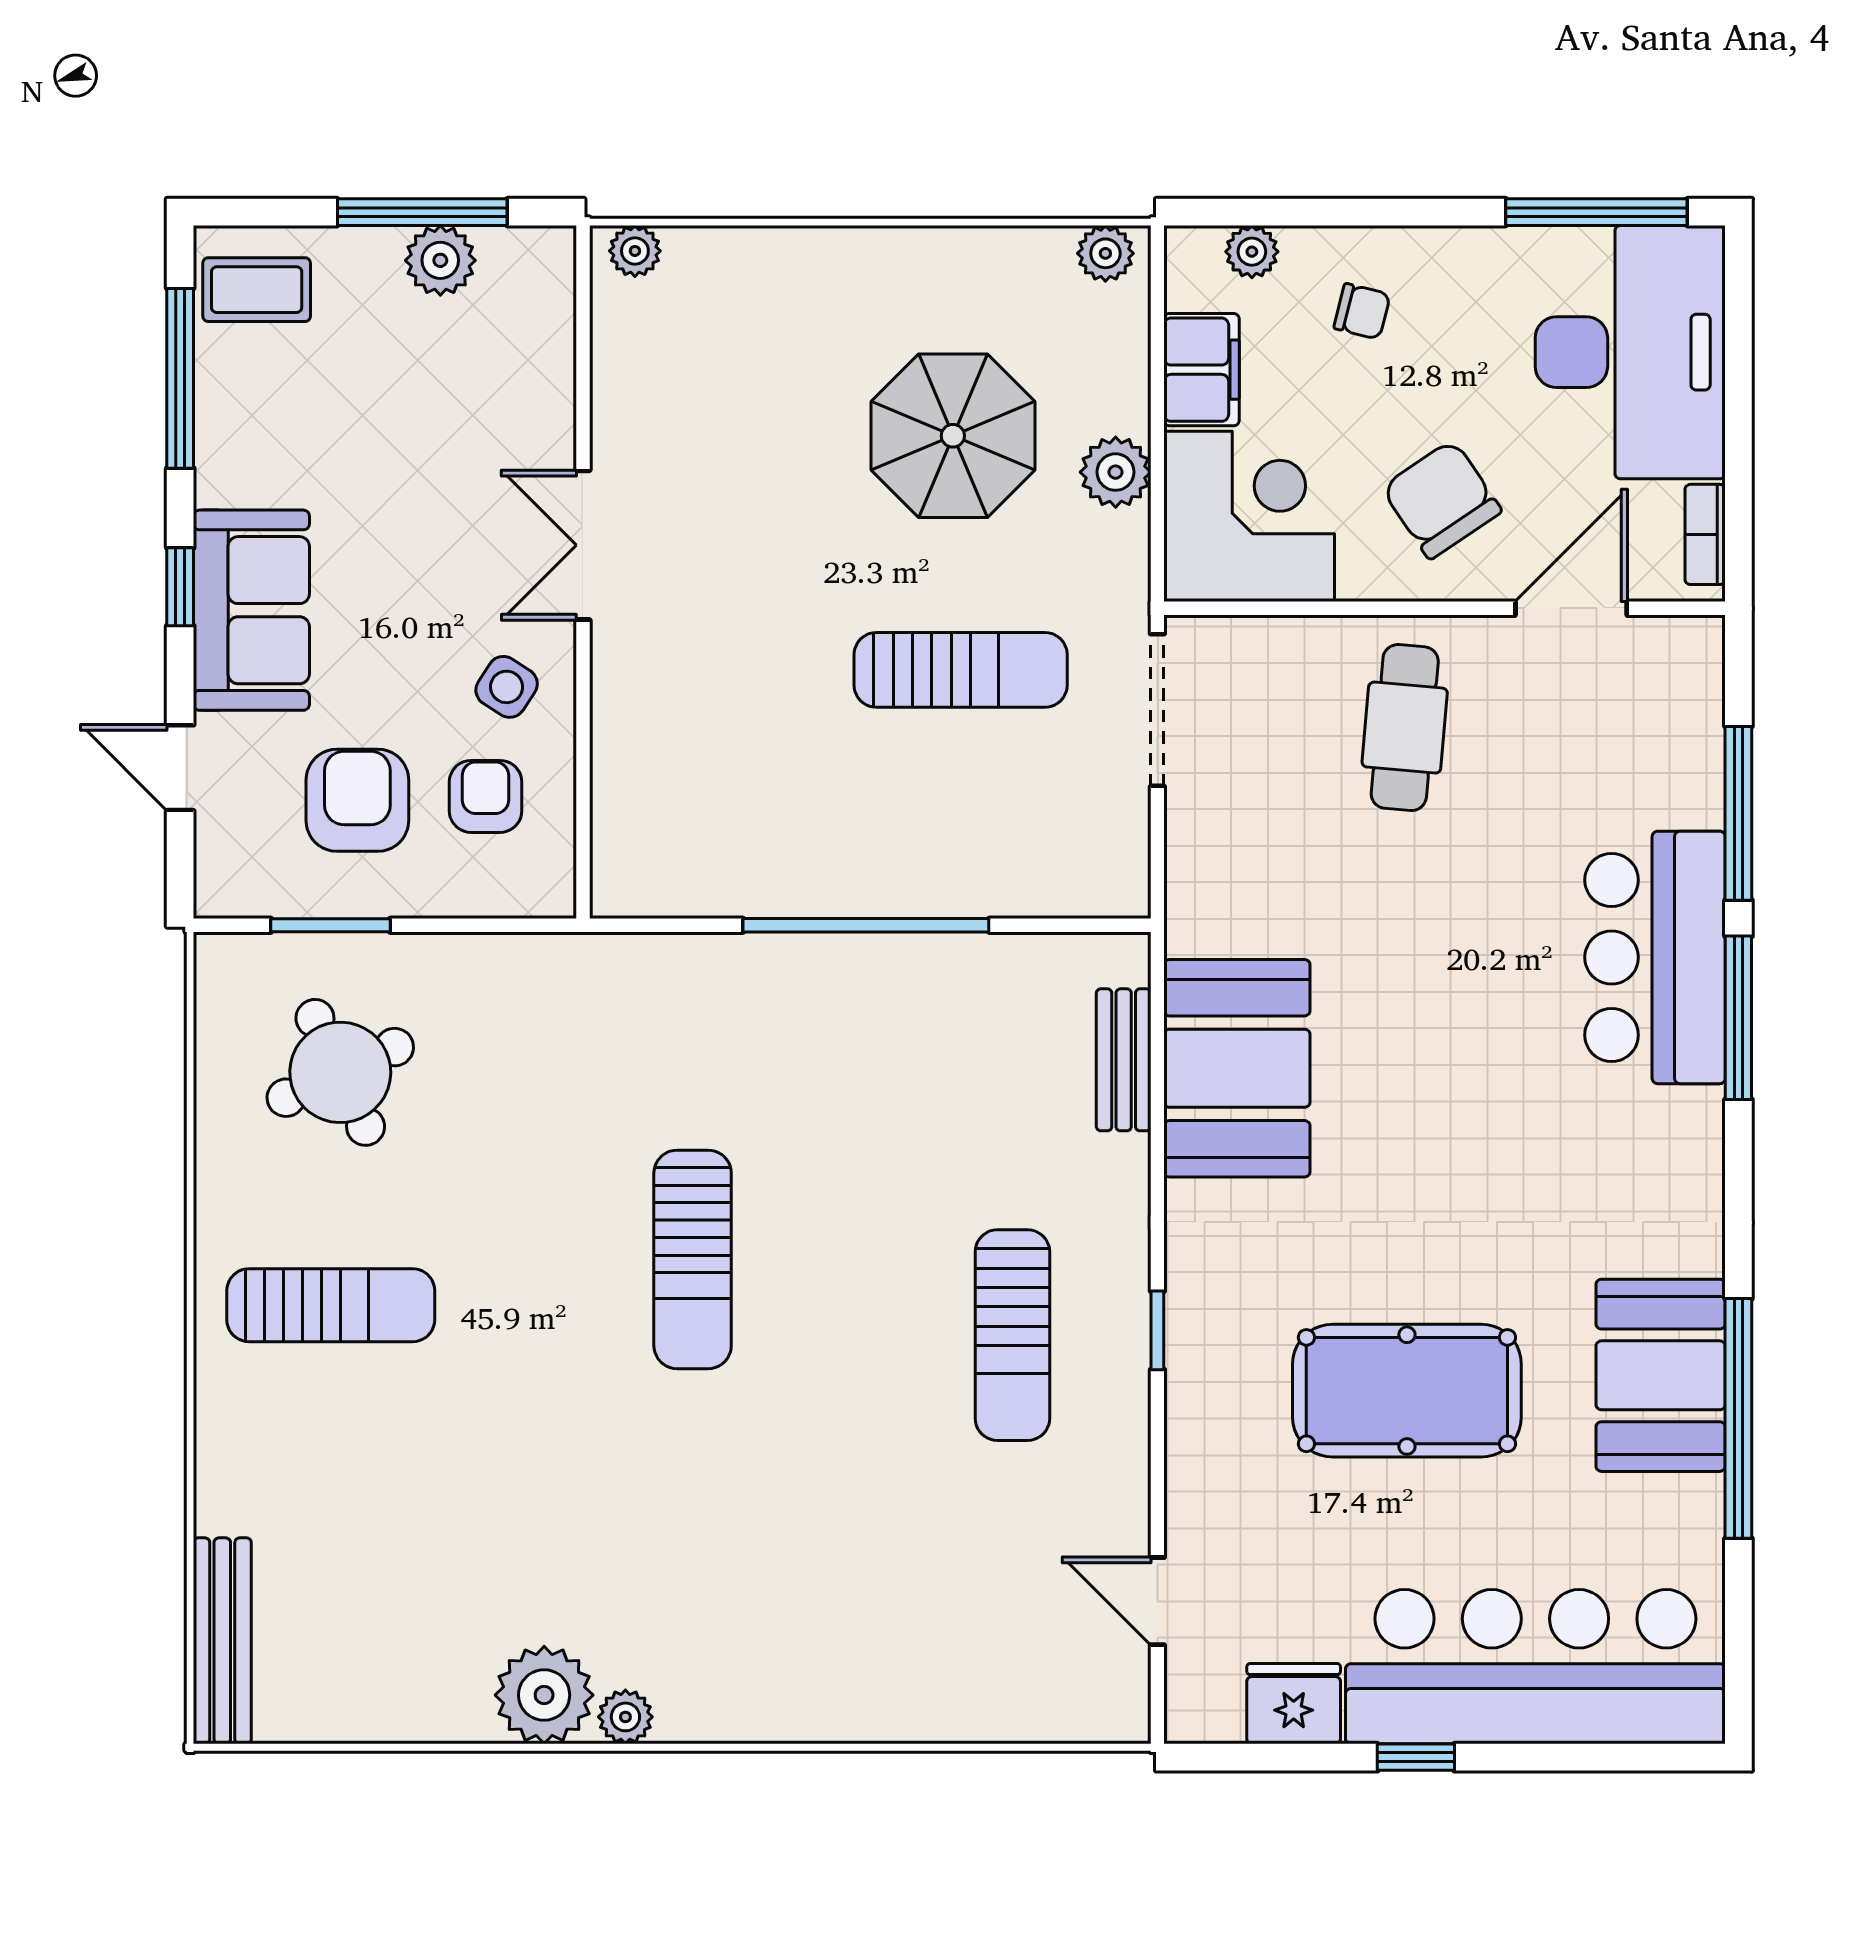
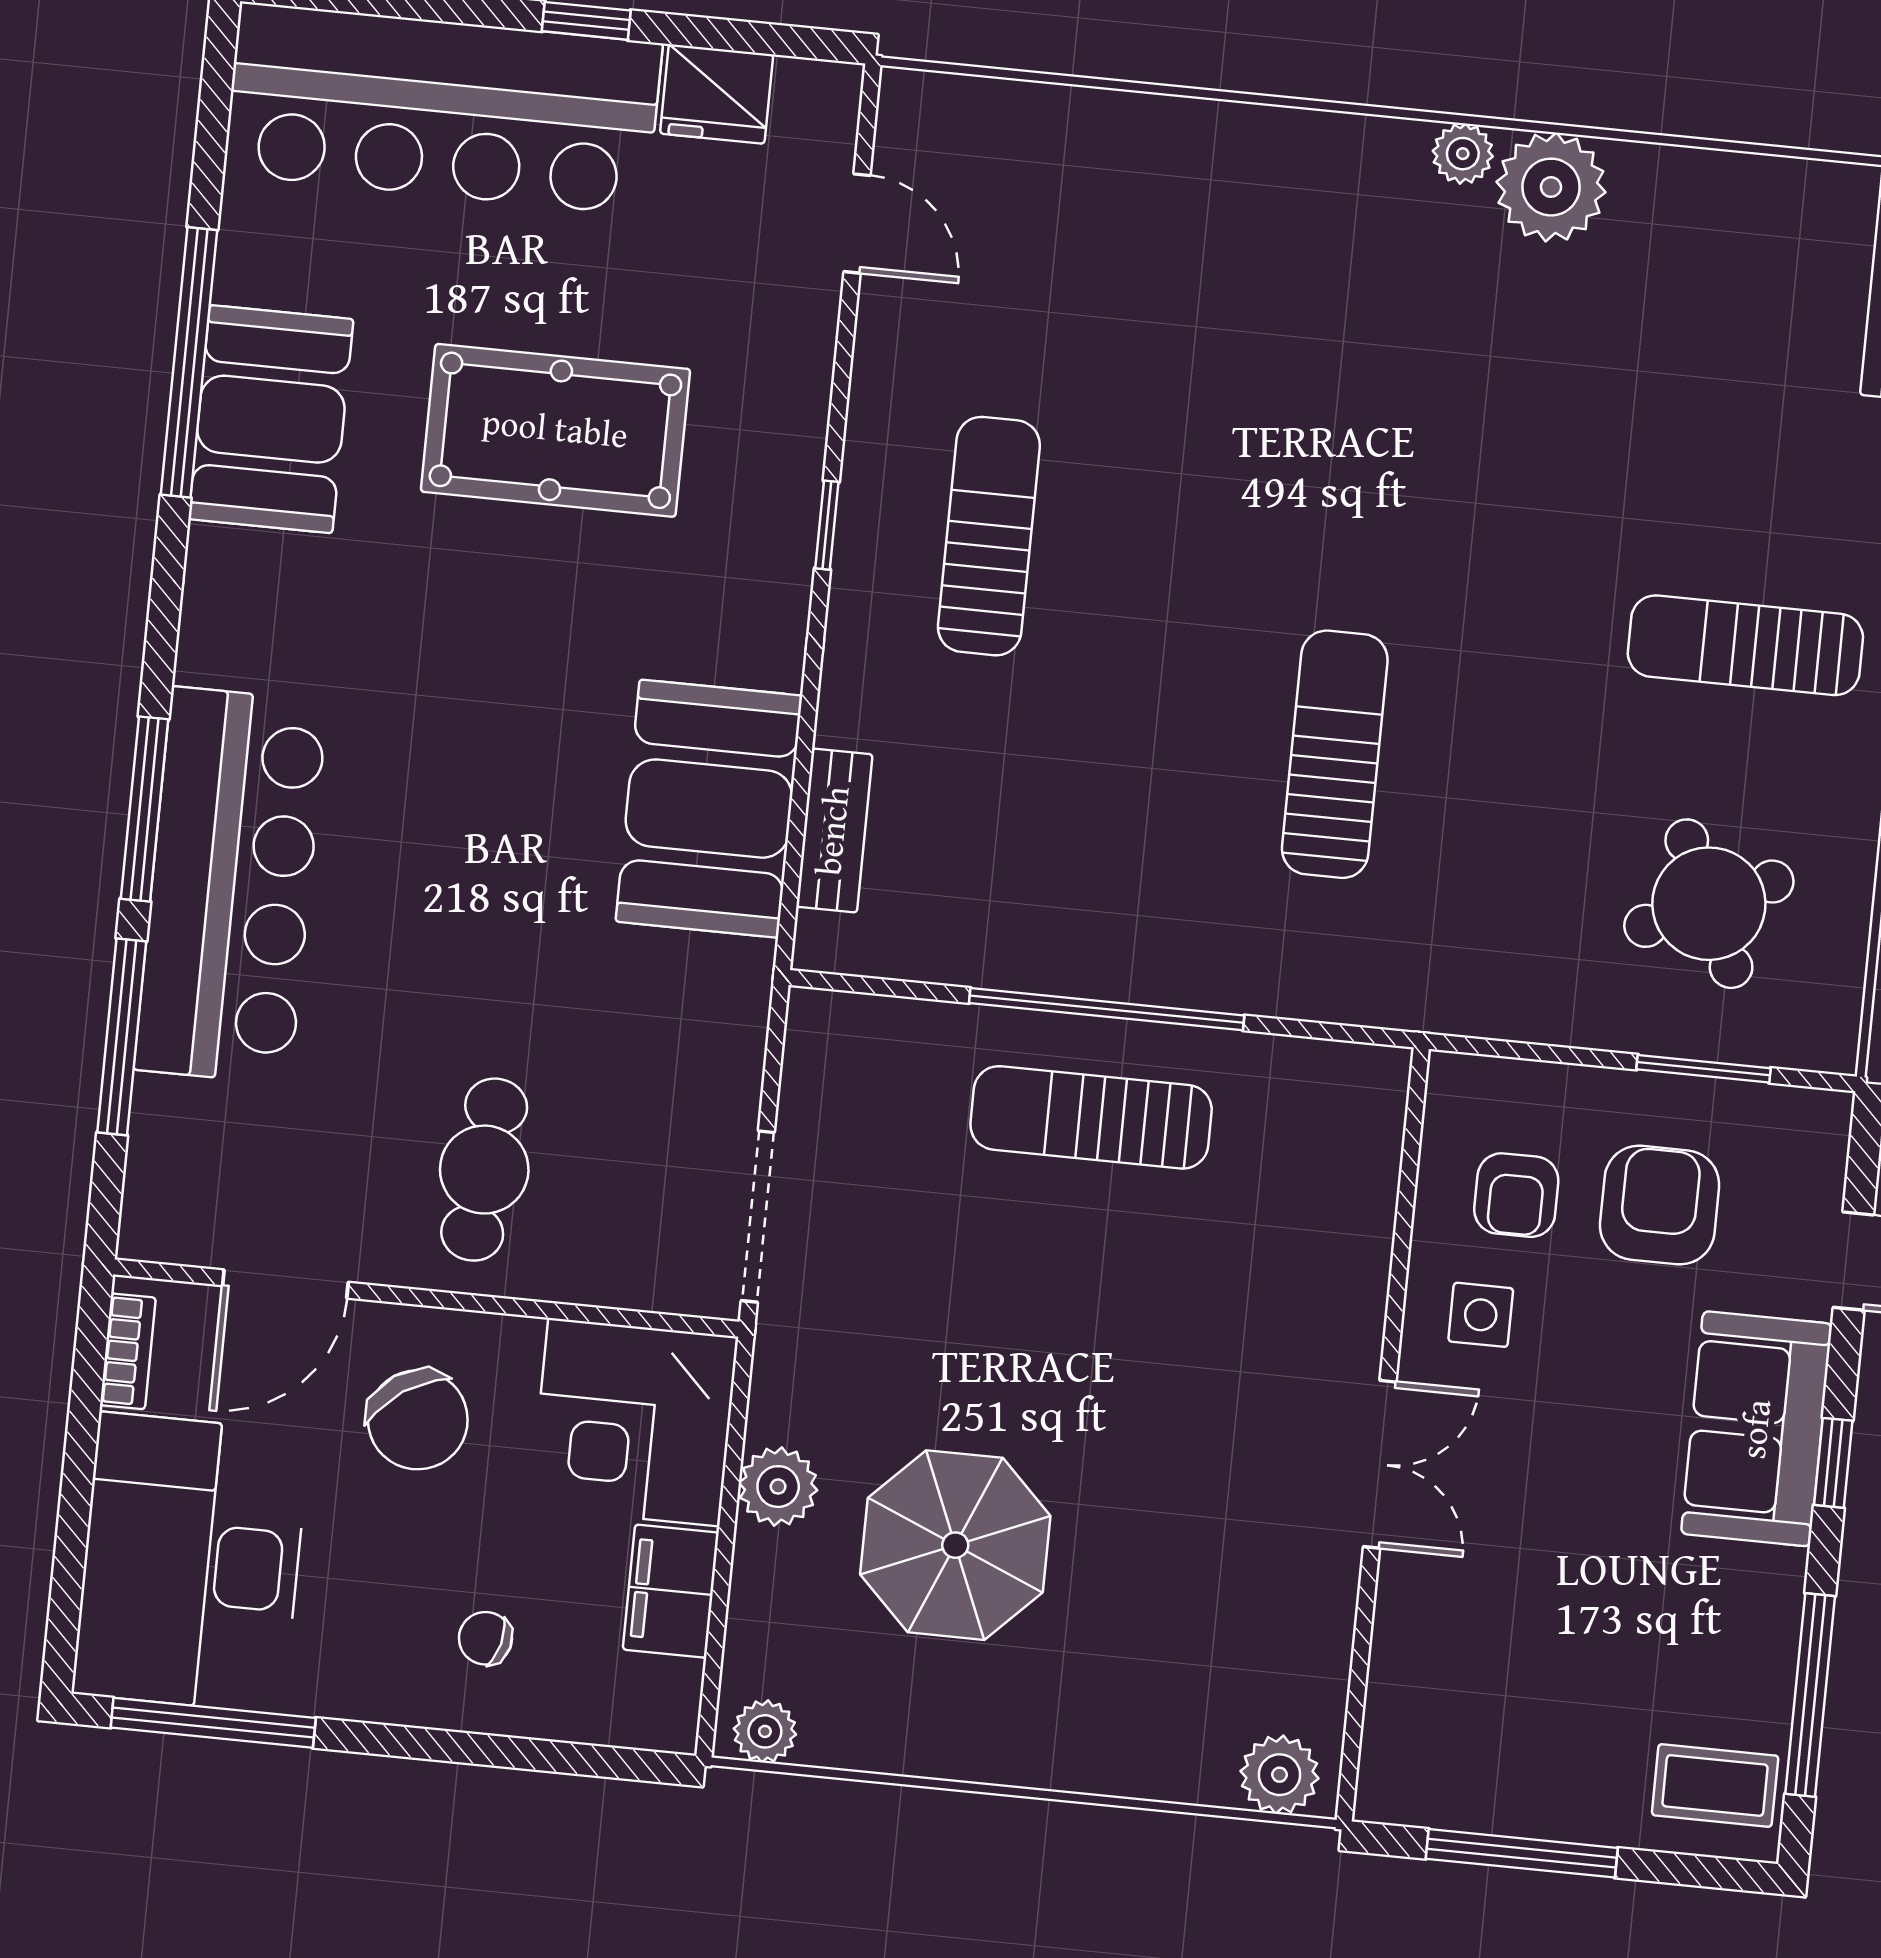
plant: (635, 251) -> (1279, 1775), width x1.38, depth x1.38
plant: (1252, 252) -> (602, 1717), removed
plant: (440, 260) -> (1507, 1798), removed
sun lounger: (961, 670) -> (1091, 1117), moved
side table: (507, 687) -> (1481, 1315), turned -33
armchair: (357, 800) -> (1660, 1205), turned 180
bar counter: (1655, 957) -> (231, 885), width x1.36
sun lounger: (693, 1259) -> (1335, 754), moved

